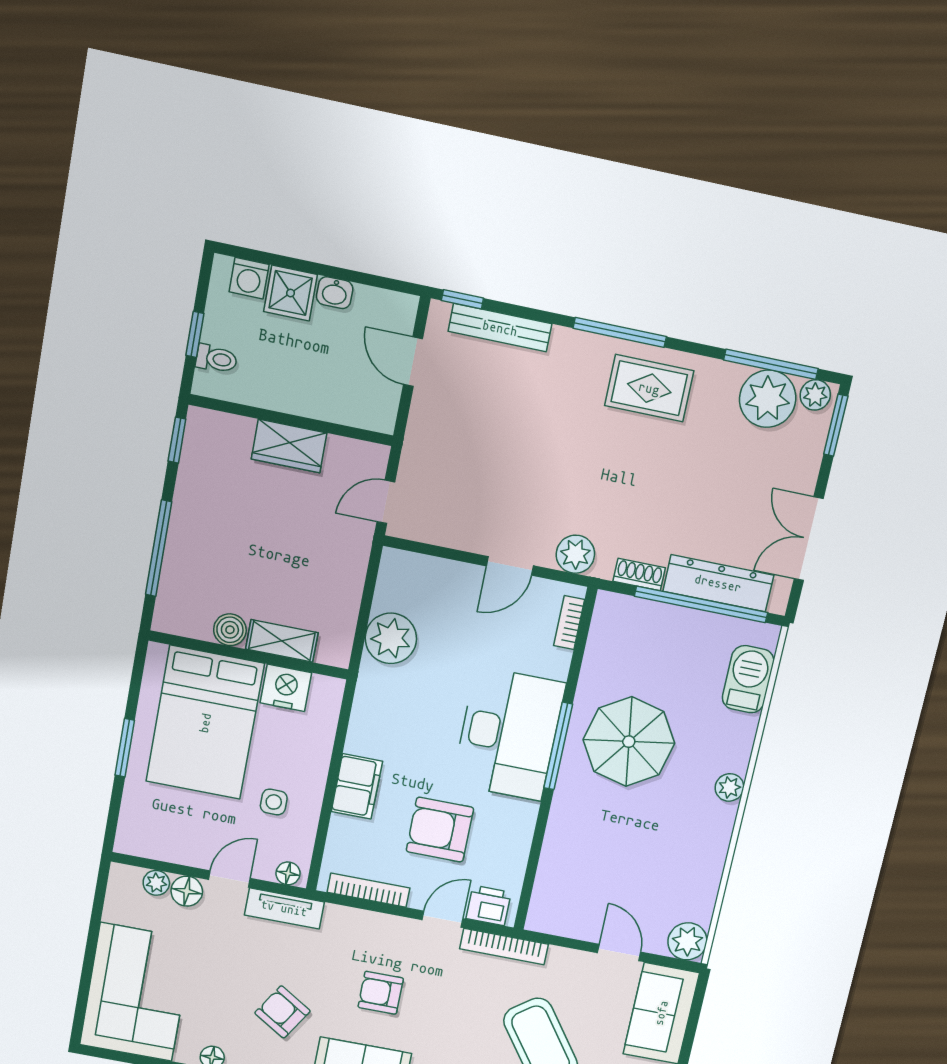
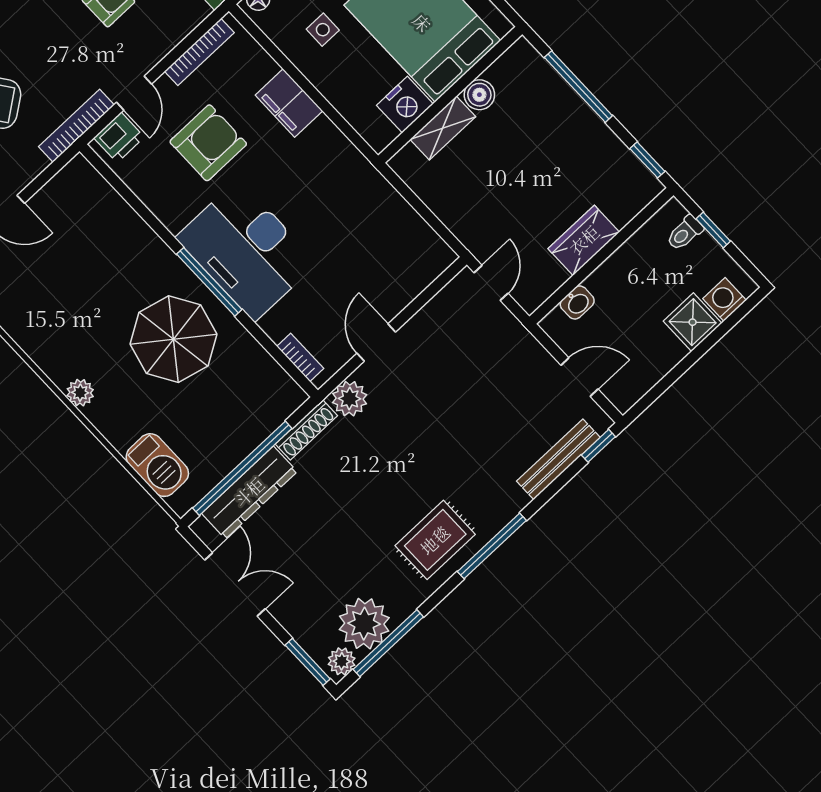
washbasin: (335, 293) -> (577, 302), moved, turned 180
shoe rack: (639, 575) -> (306, 430), width x1.43
plant: (391, 638) -> (385, 213), removed

